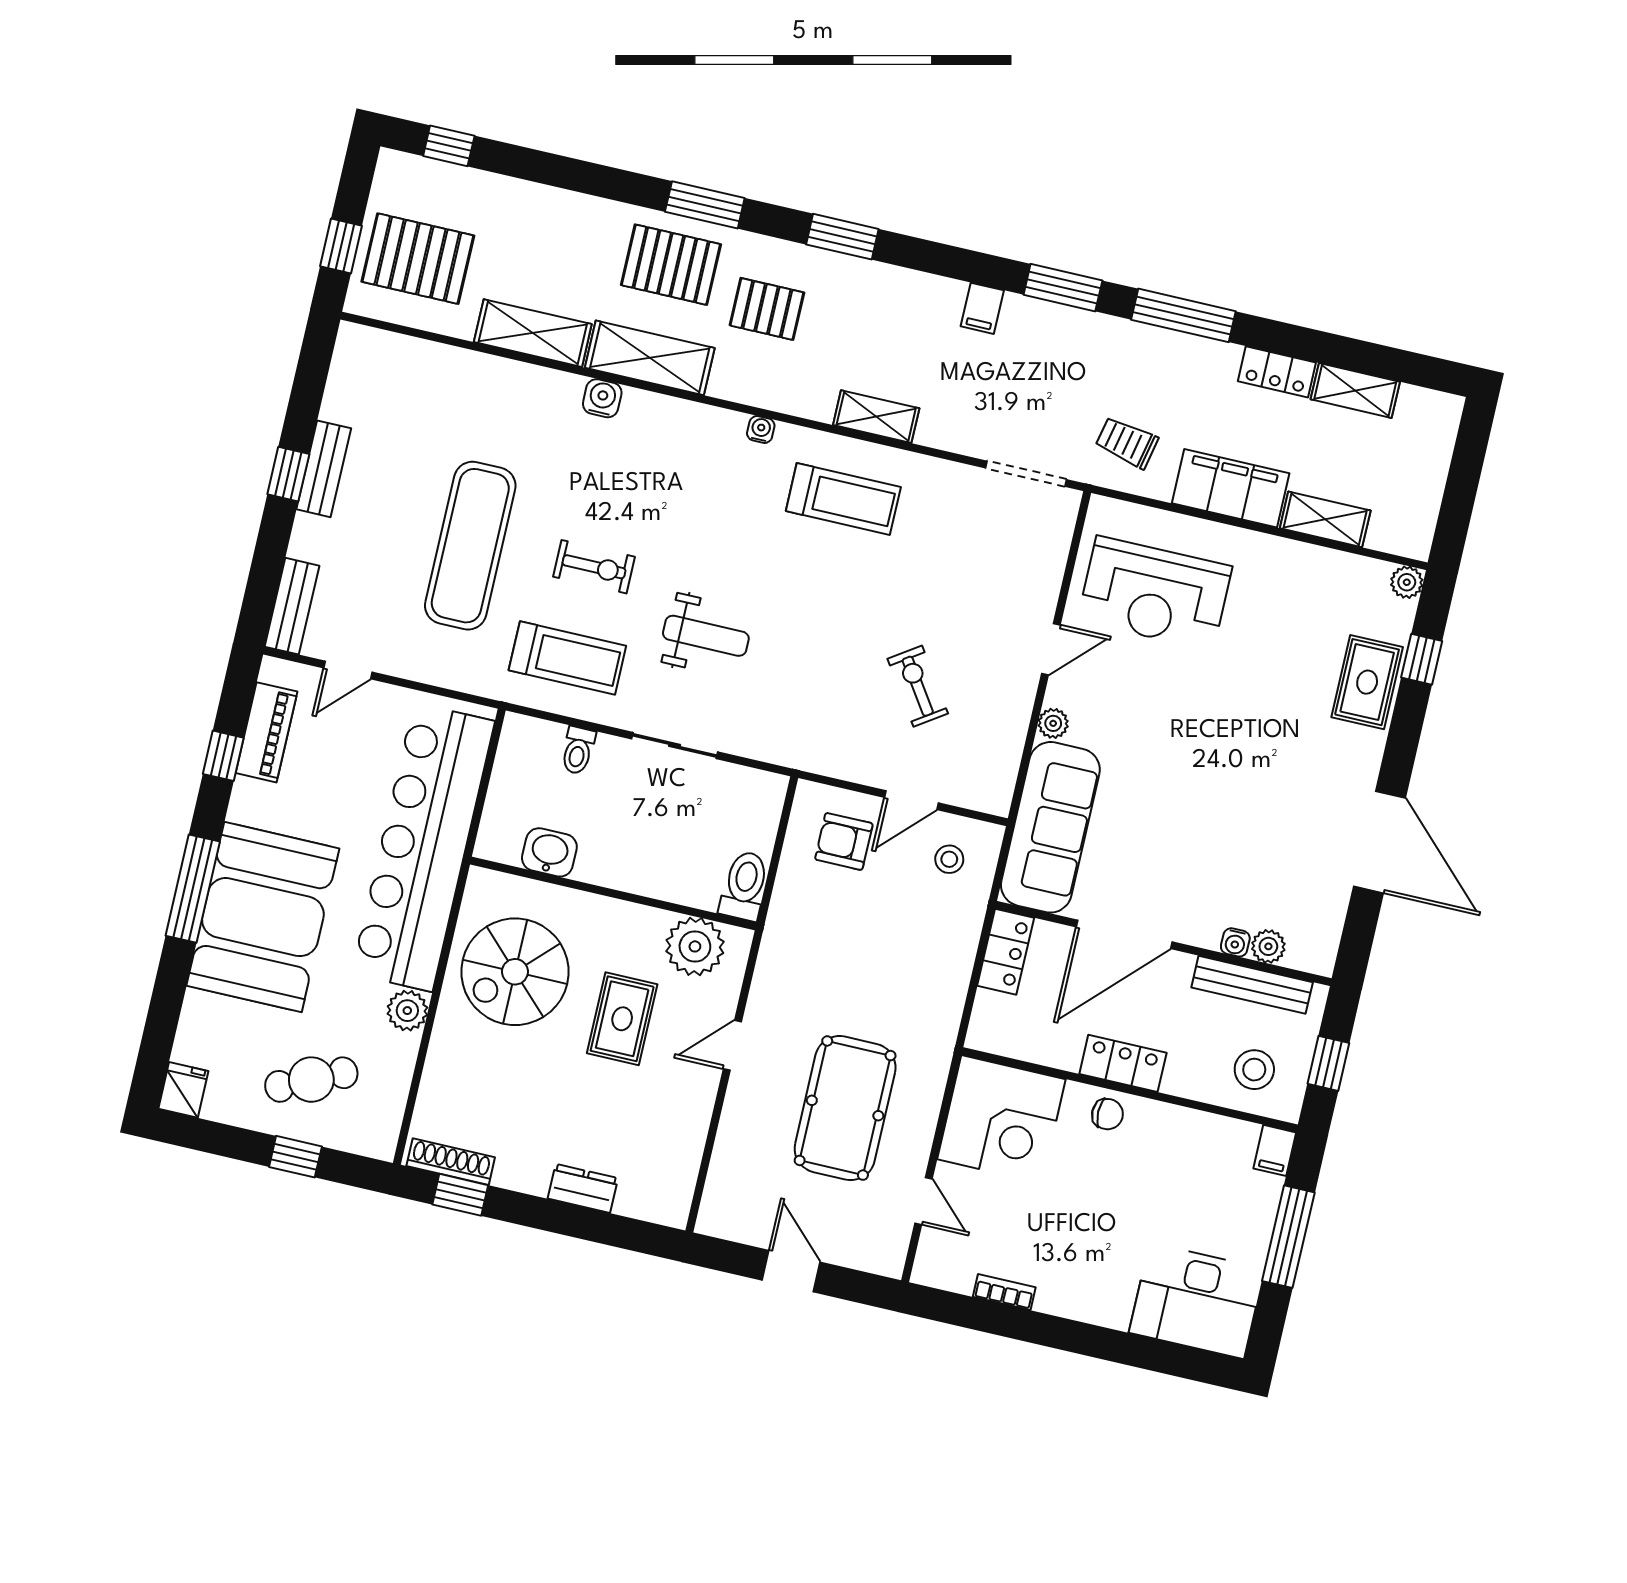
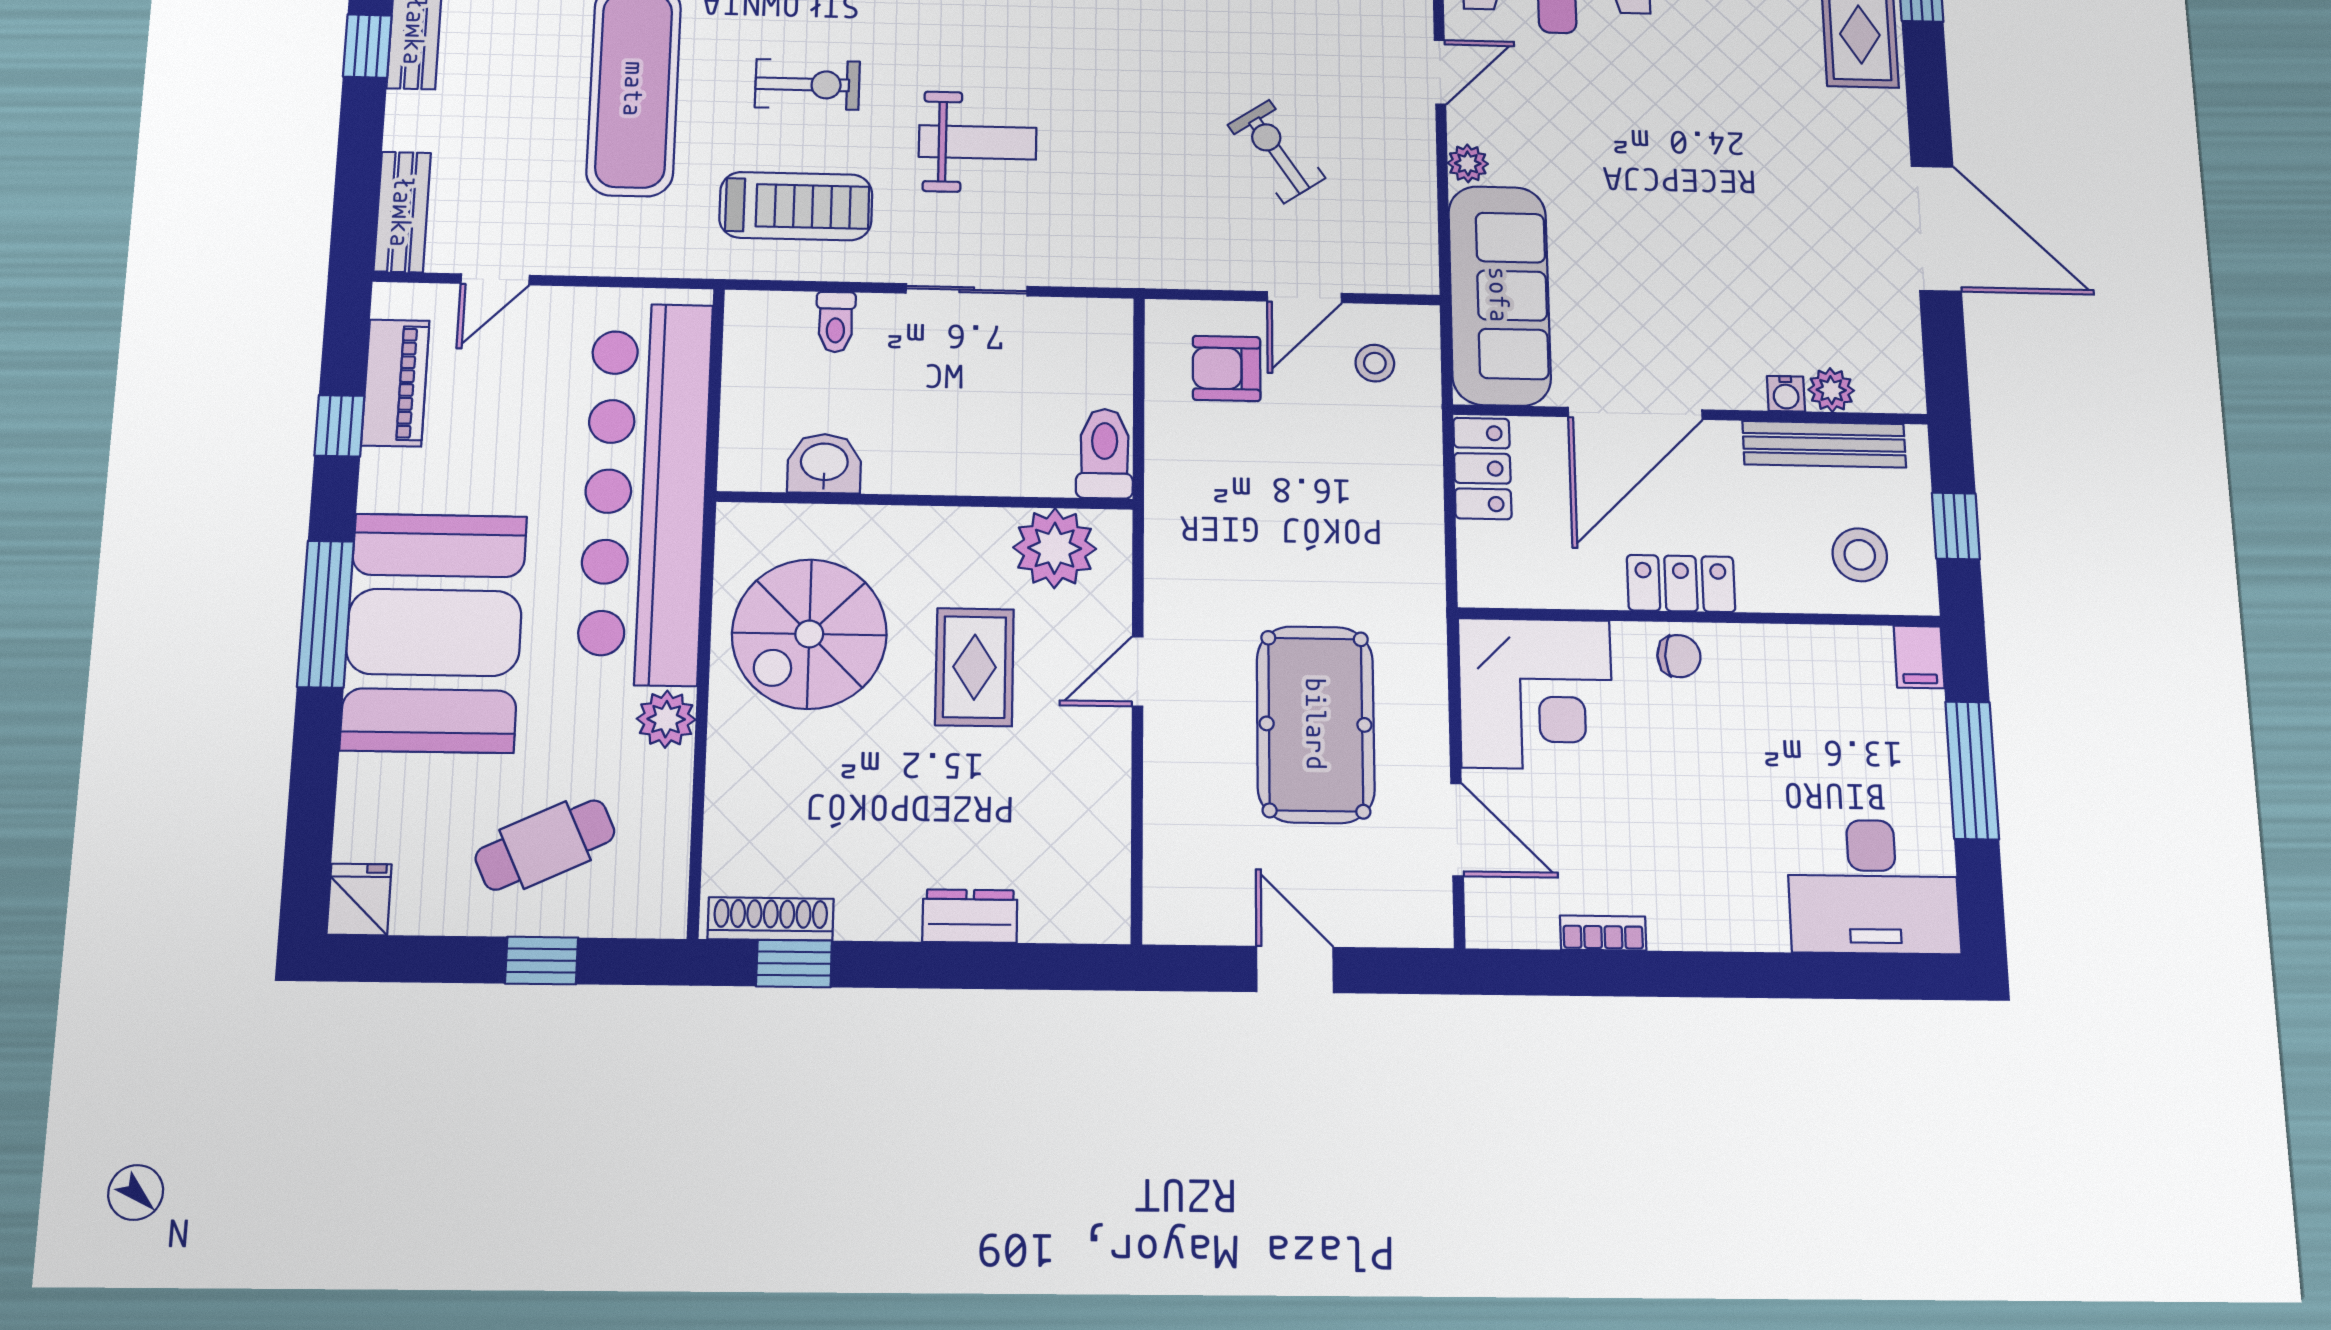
door: (924, 1201) -> (1457, 830), width x1.38

